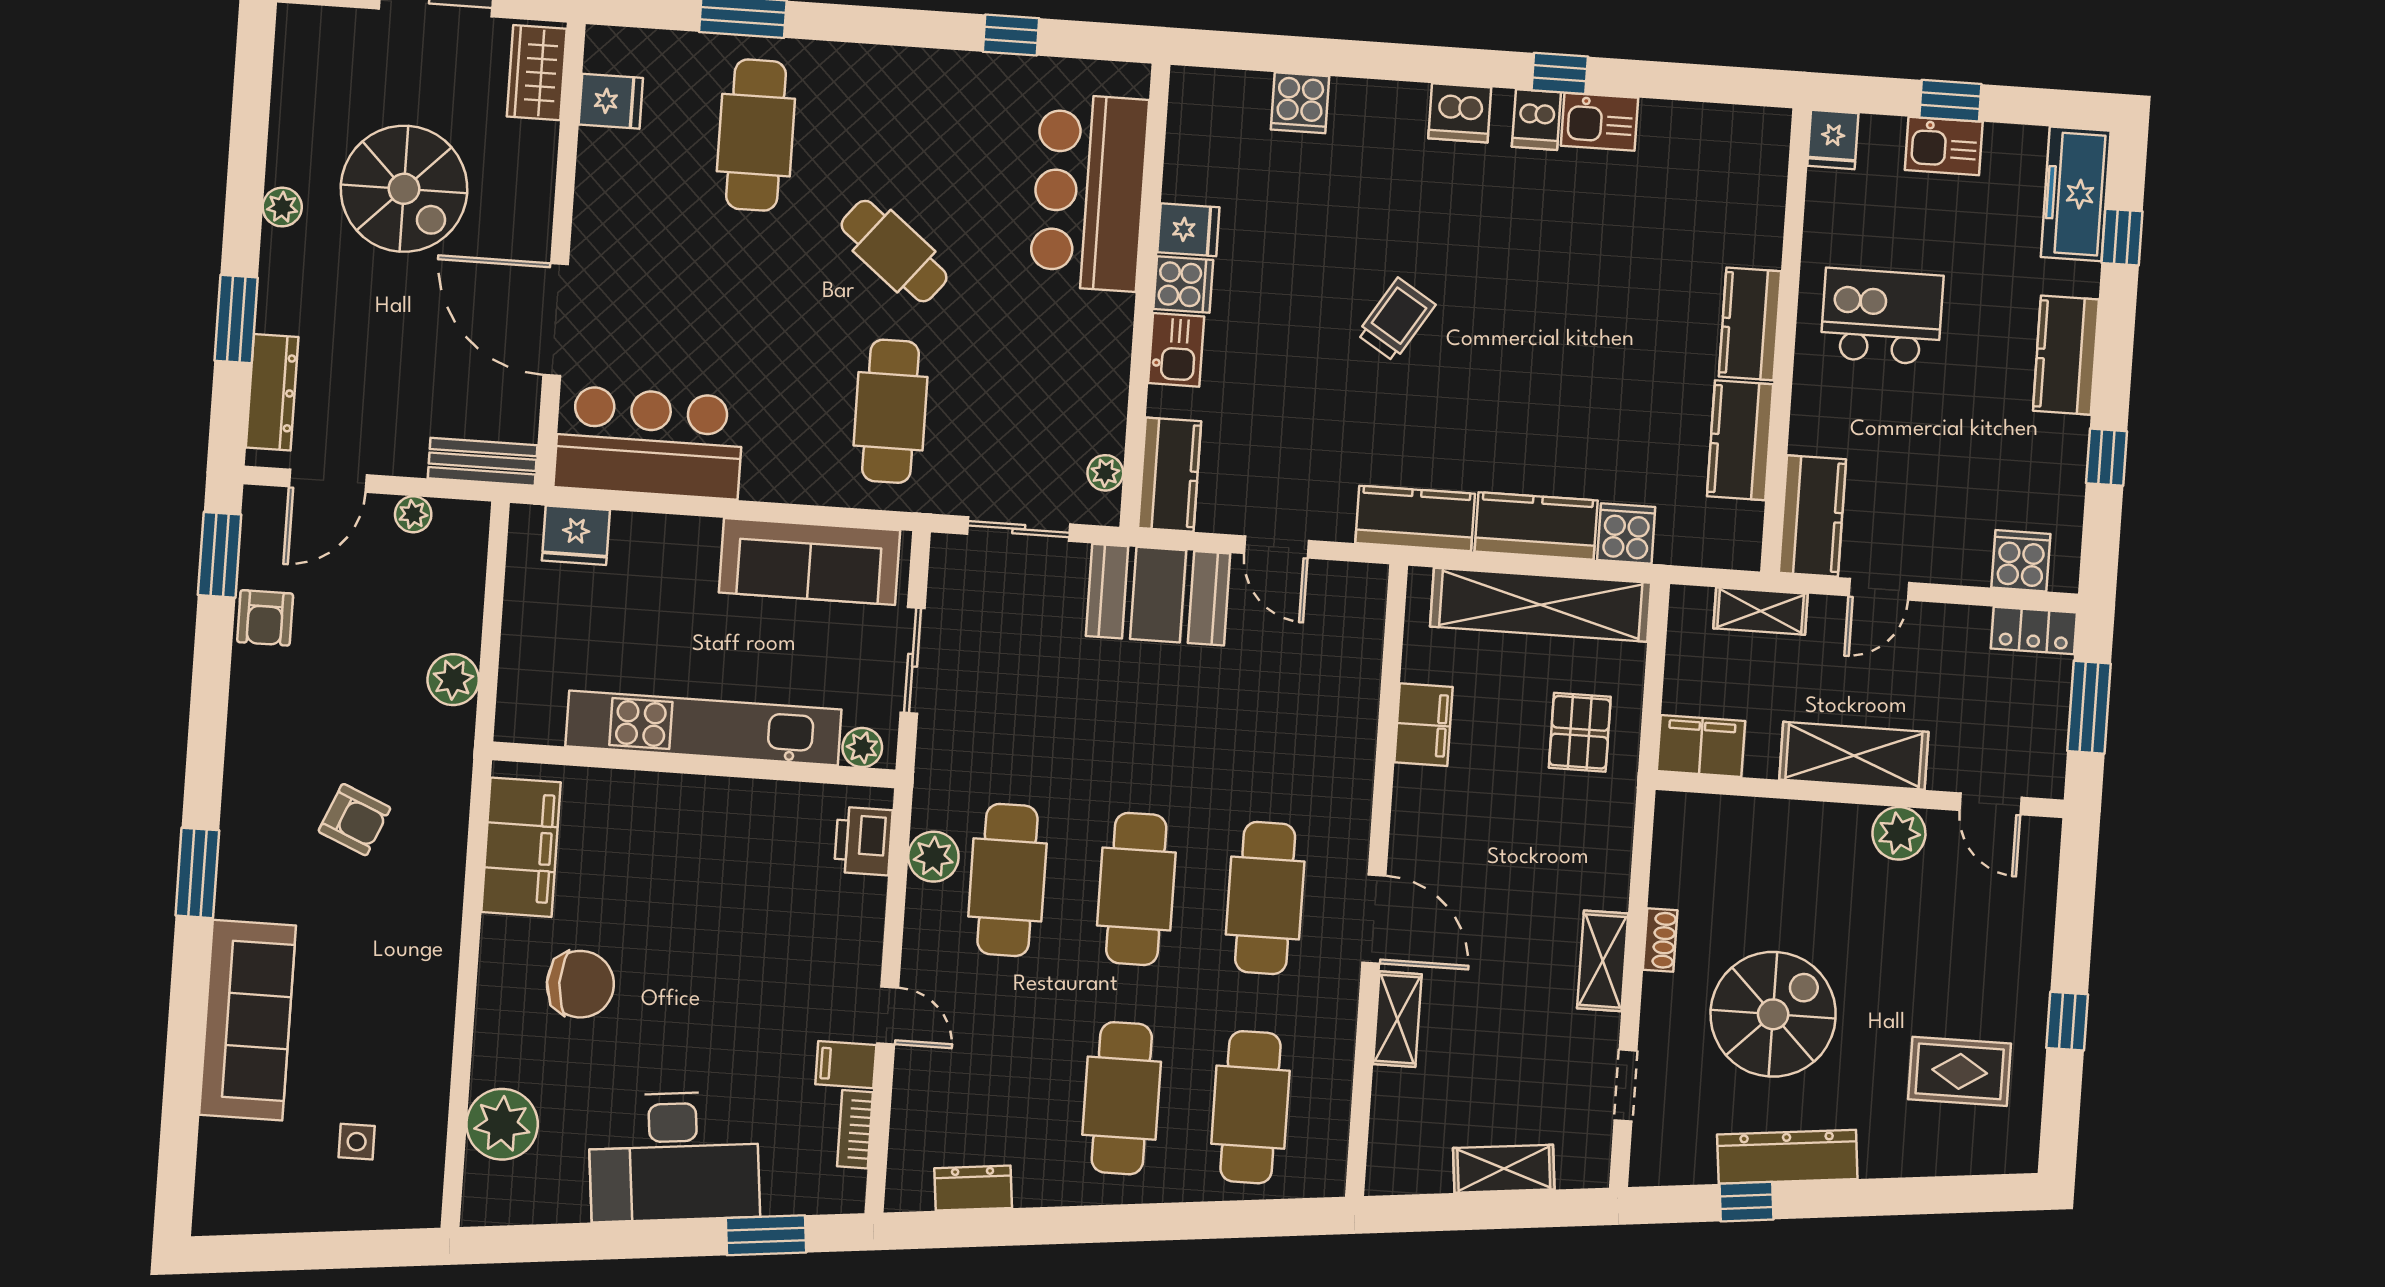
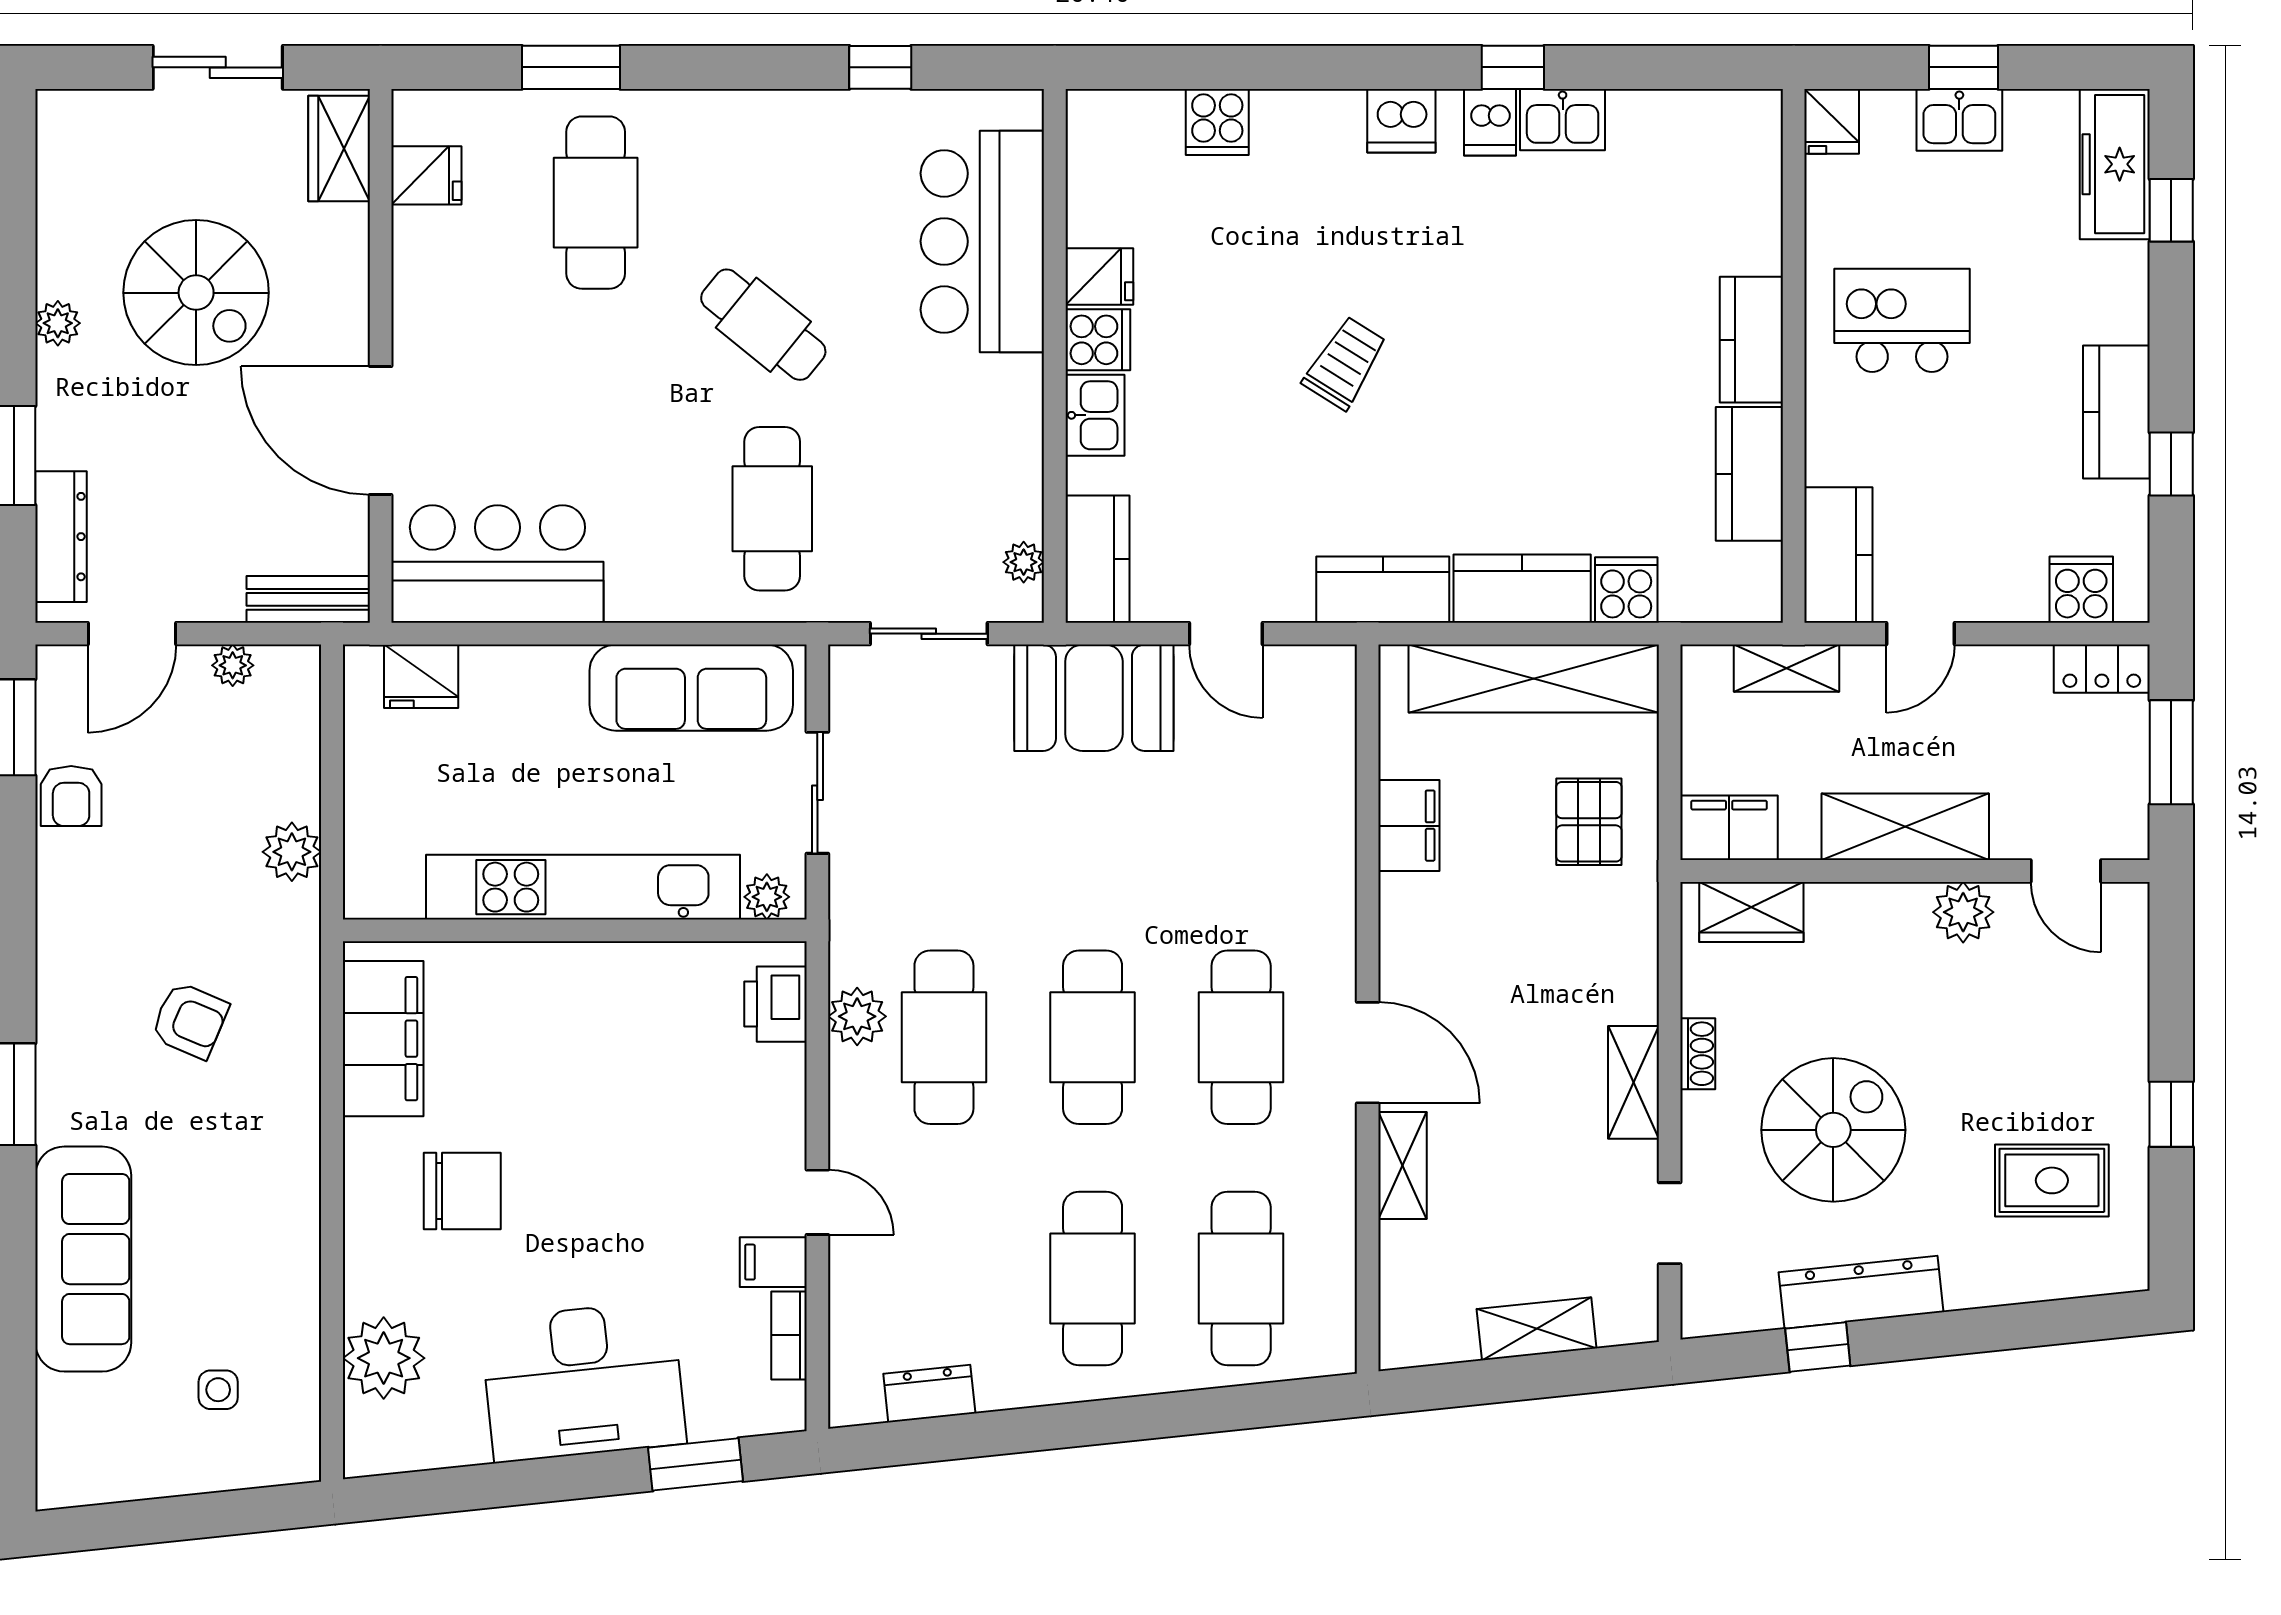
kitchen counter: (2066, 355) -> (2116, 412), moved
wardrobe: (1715, 820) -> (1751, 912), added

